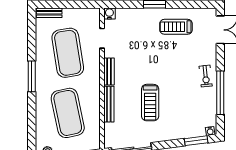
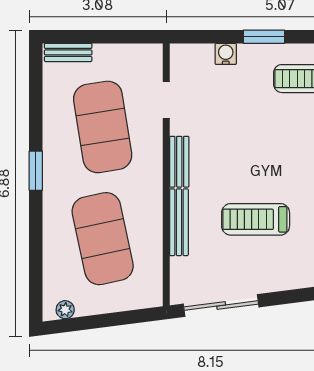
water cooler: (109, 13) -> (226, 54), moved
window: (32, 76) -> (36, 171), width x0.69
treadmill: (150, 103) -> (256, 219), turned 90

